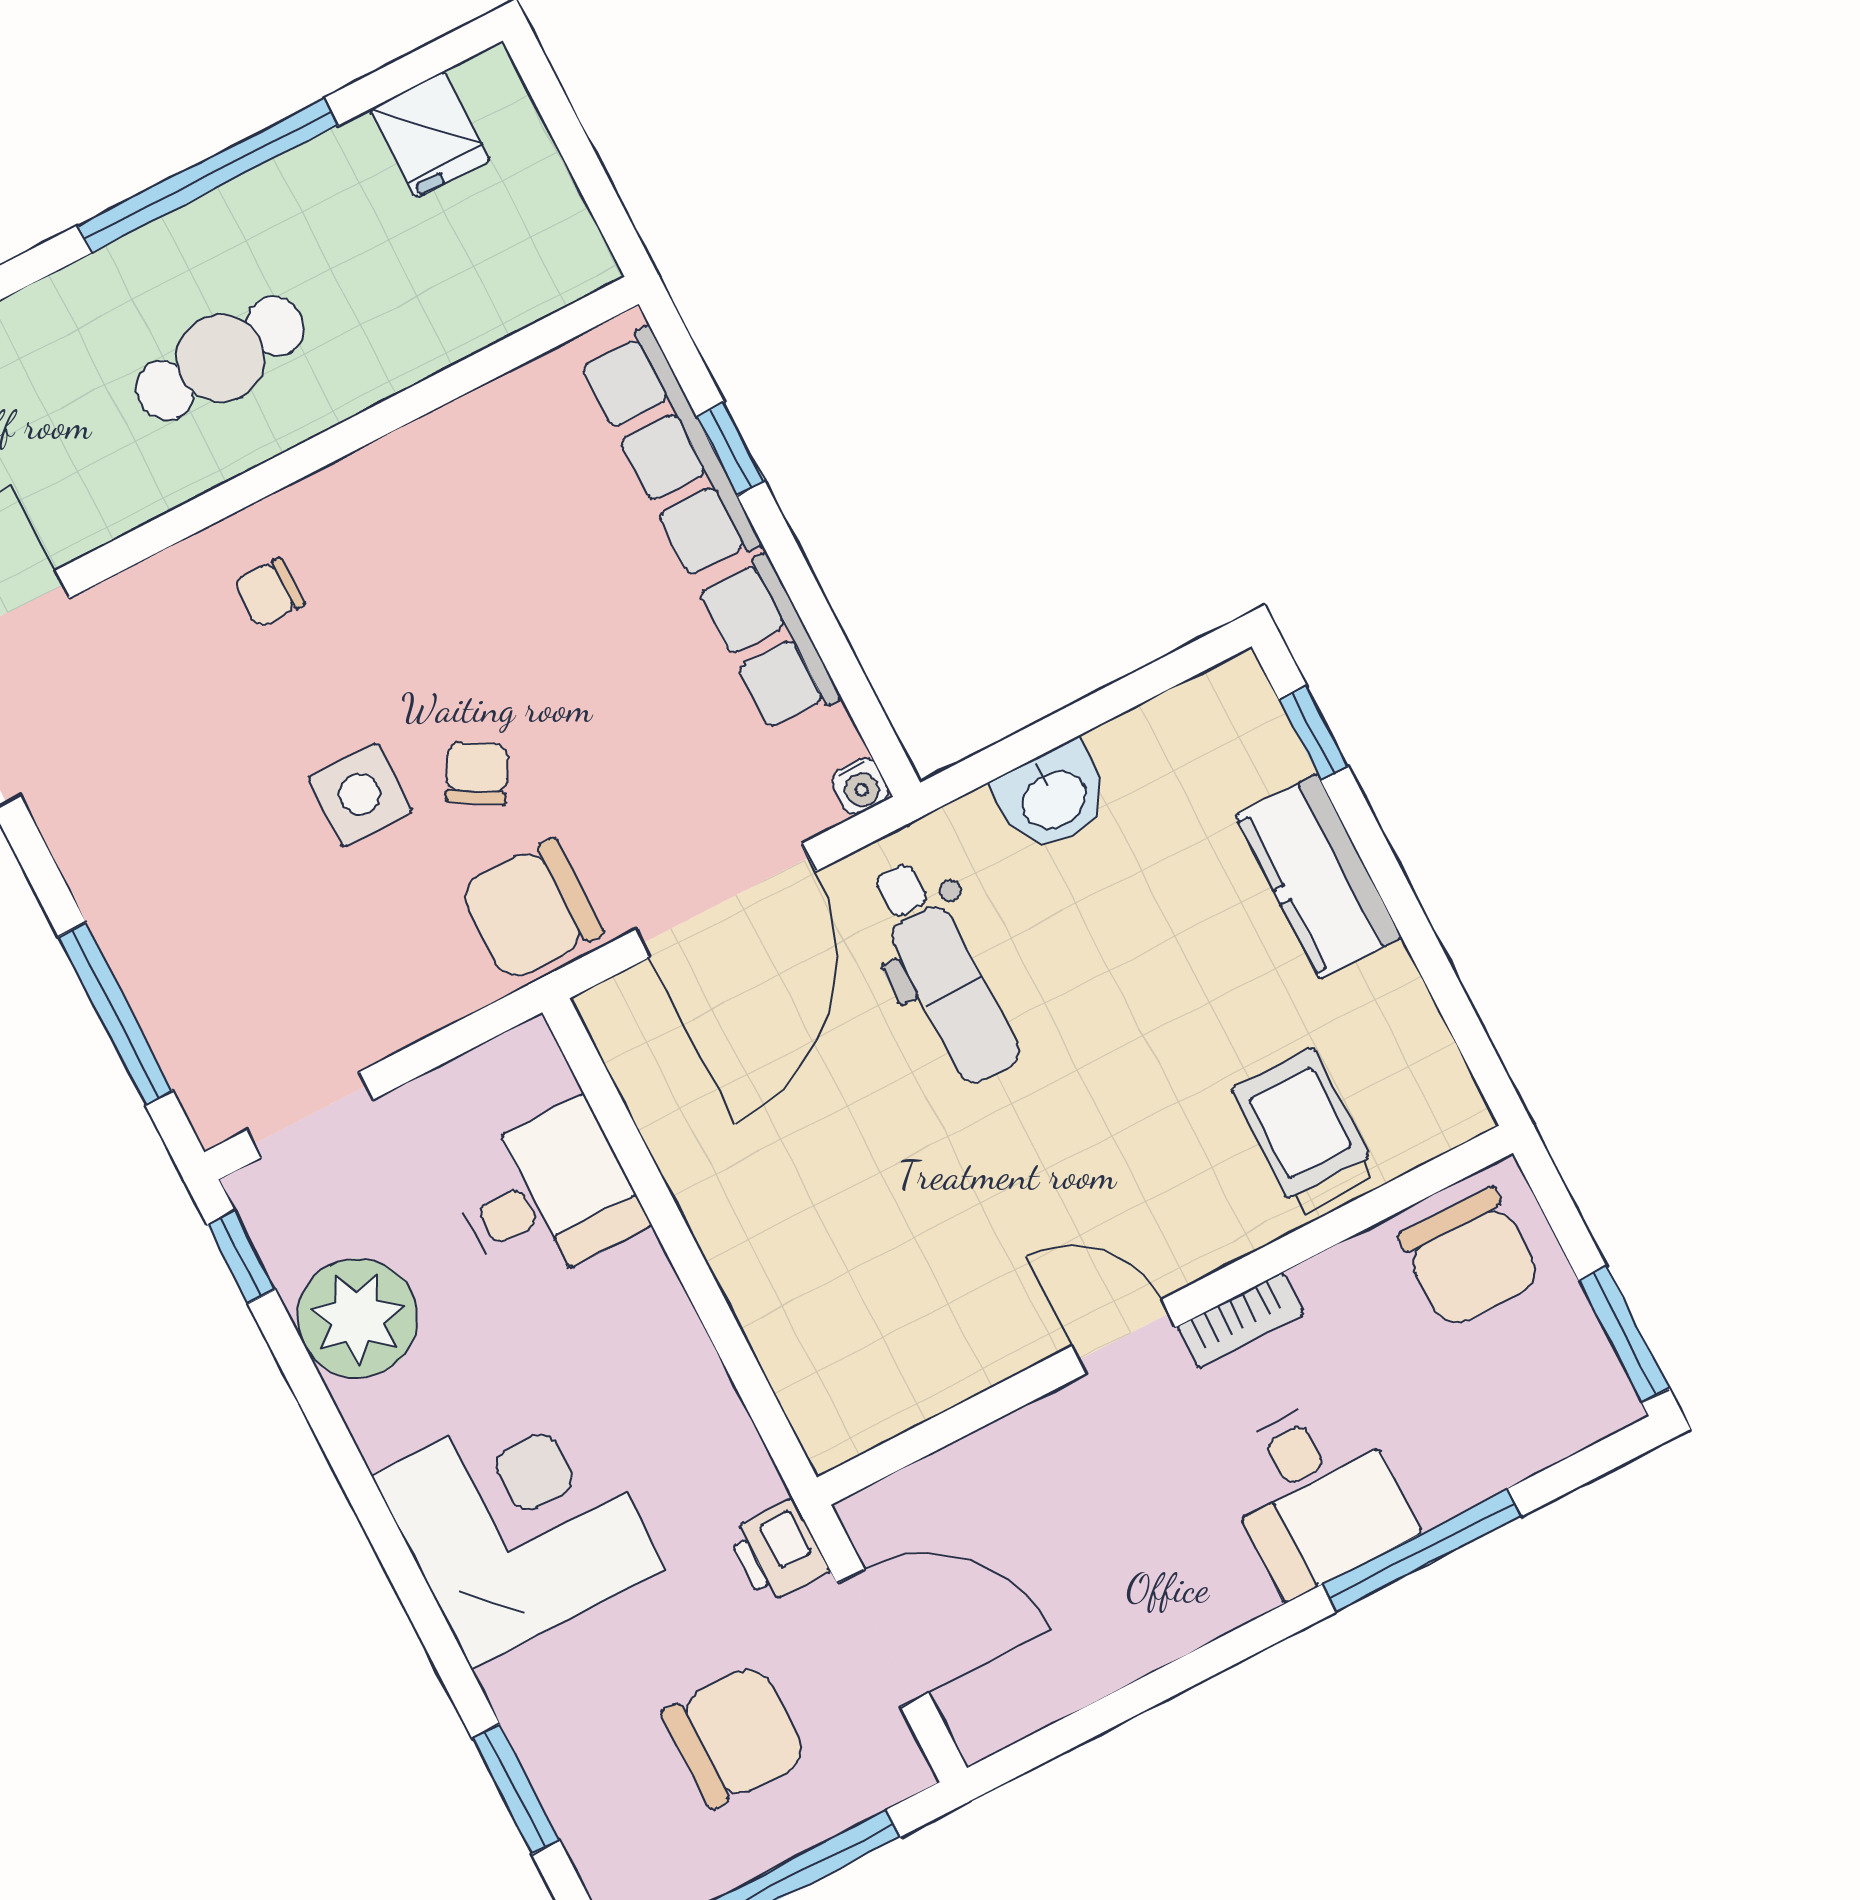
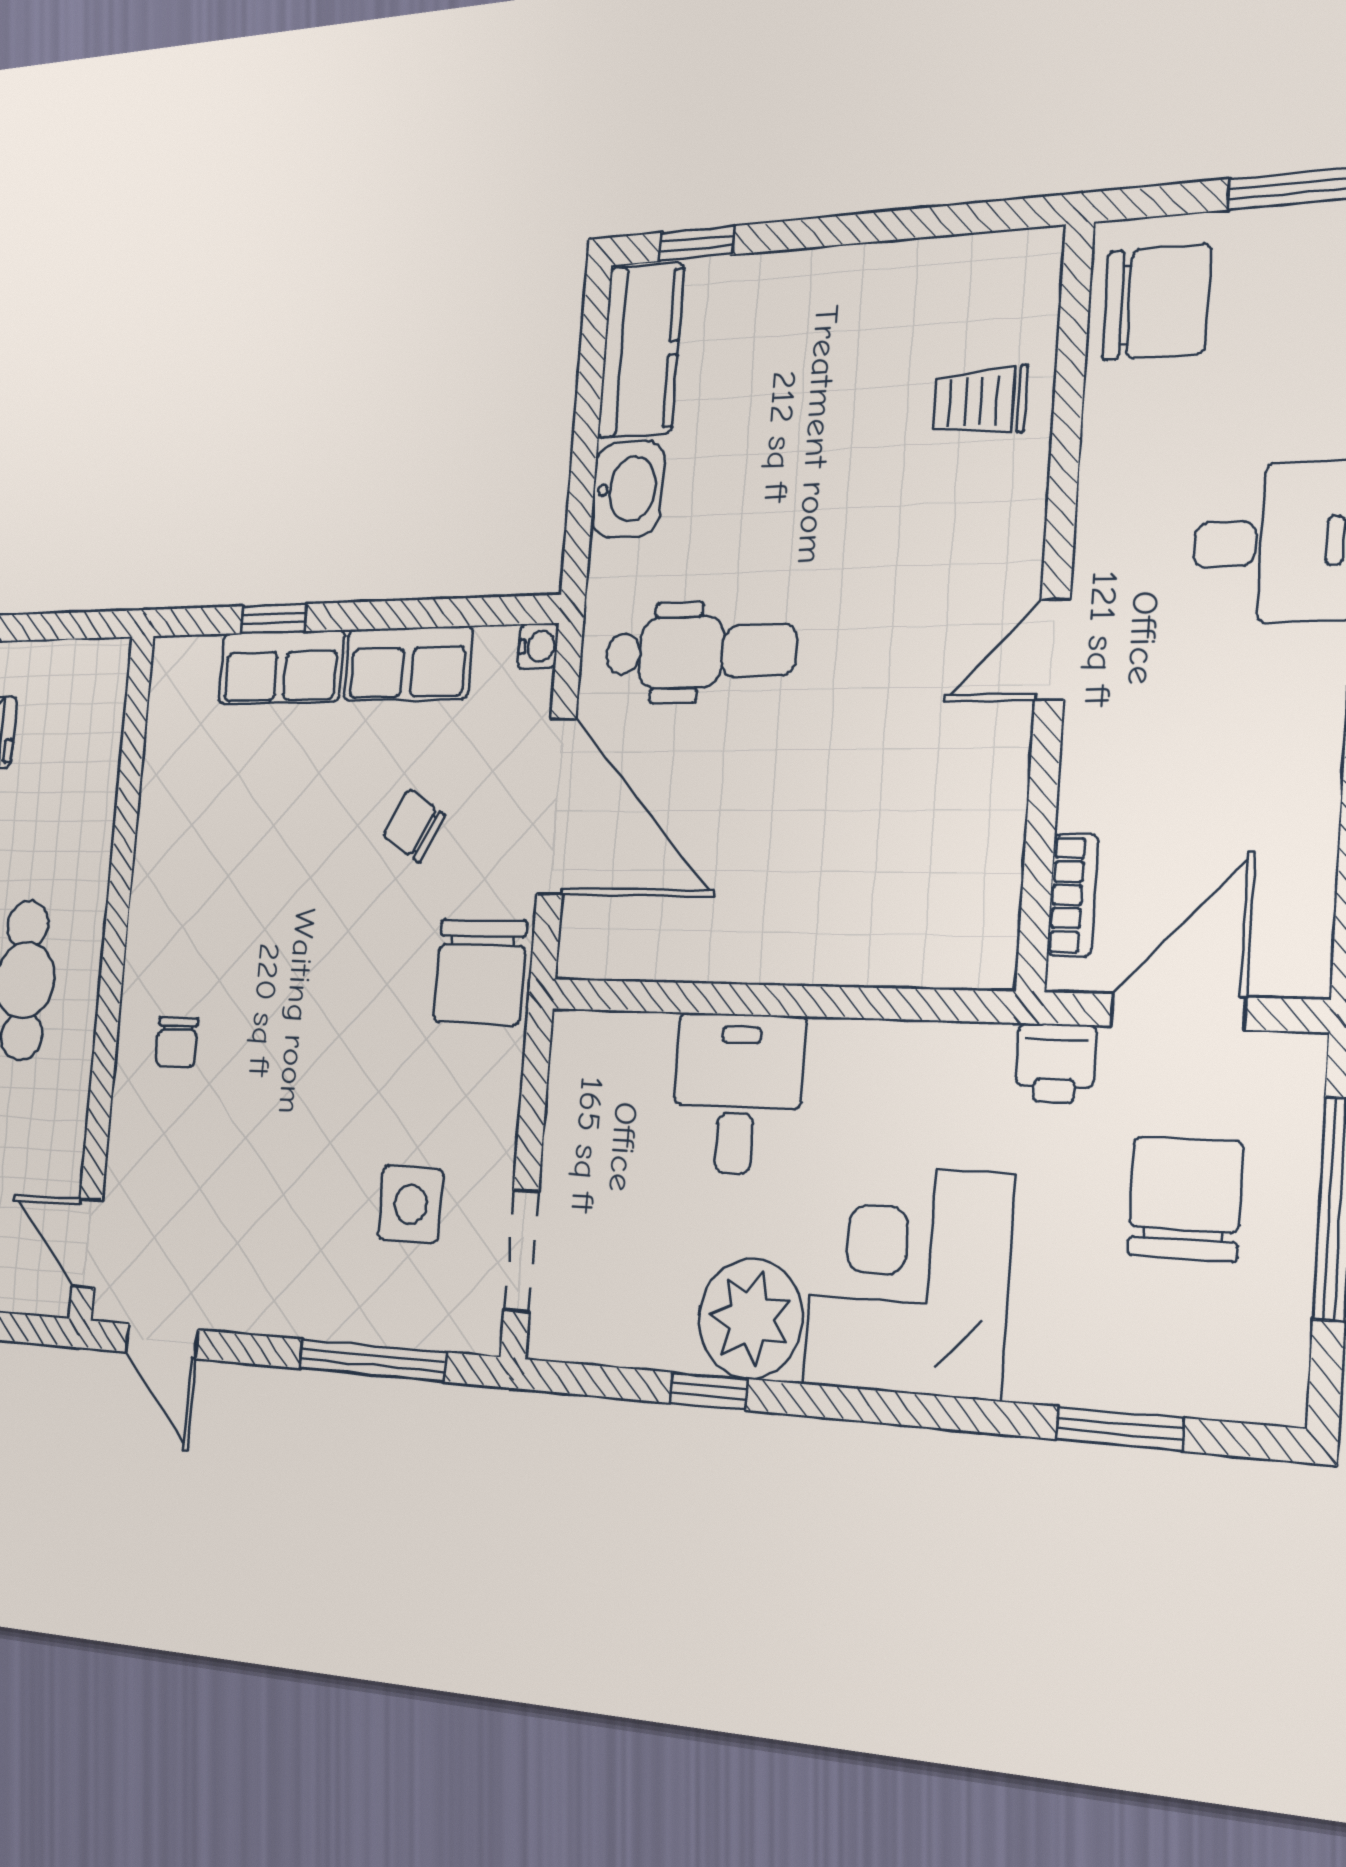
row of seats: (671, 453) -> (281, 667), width x0.68
chair: (477, 773) -> (414, 826), moved
side table: (360, 795) -> (410, 1204), moved
kitchen counter: (1318, 876) -> (641, 350), moved, turned -90
trolley: (1305, 1132) -> (980, 401), width x0.73, depth x0.72
desk: (546, 1196) -> (738, 1094), moved
window: (241, 1257) -> (709, 1391), moved
plant: (357, 1318) -> (750, 1319), moved
bookcase: (1240, 1320) -> (1073, 895), moved

